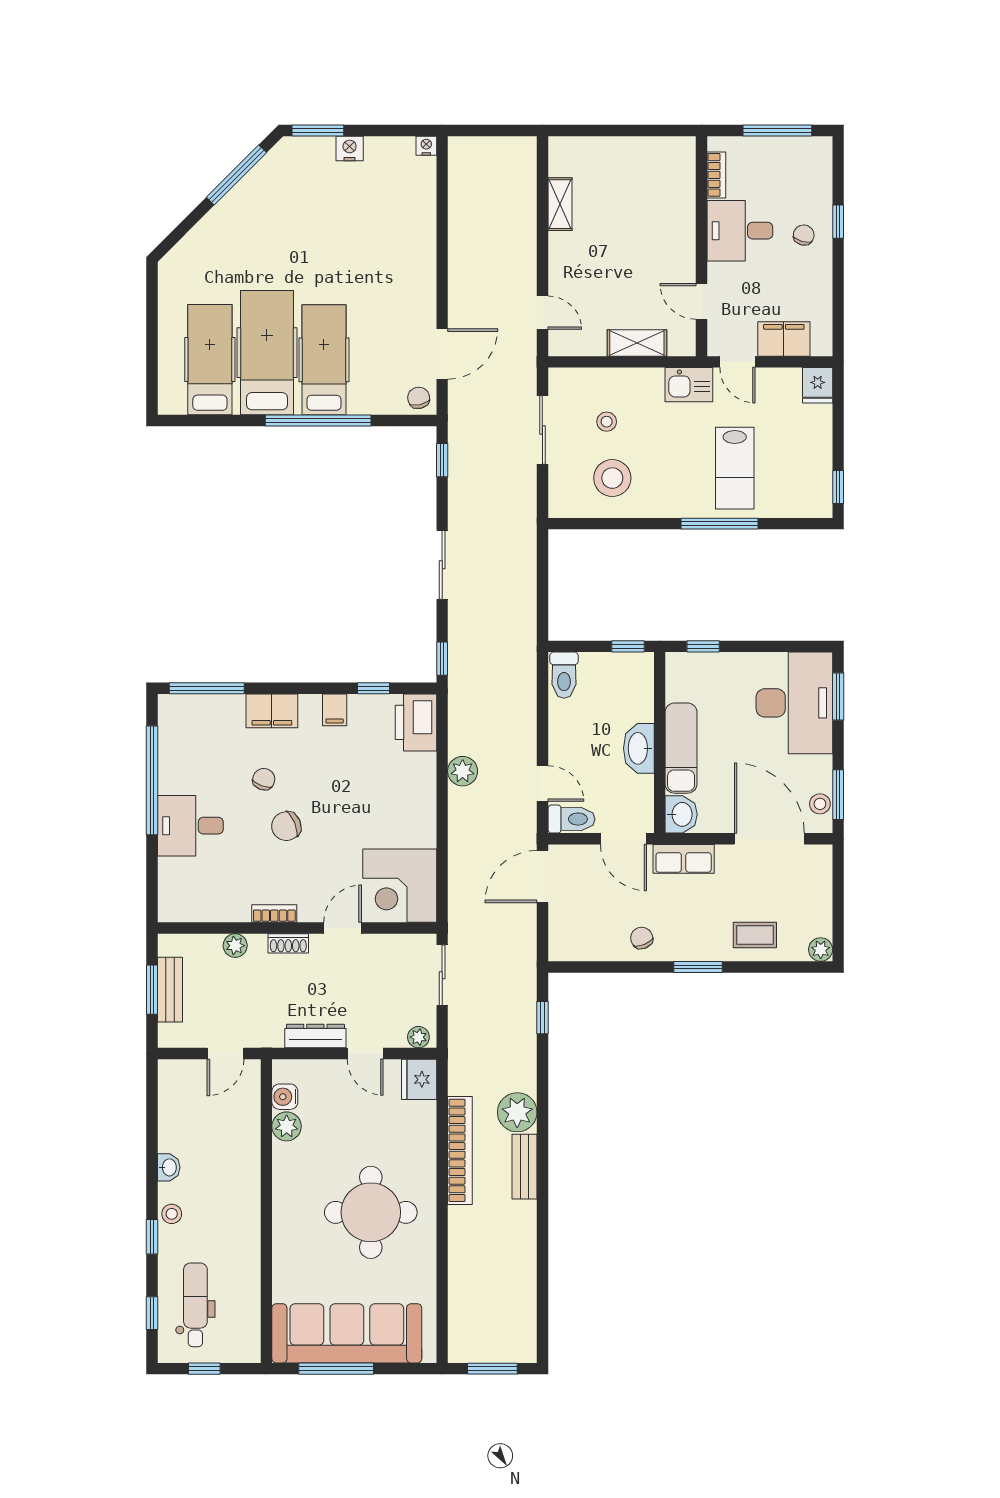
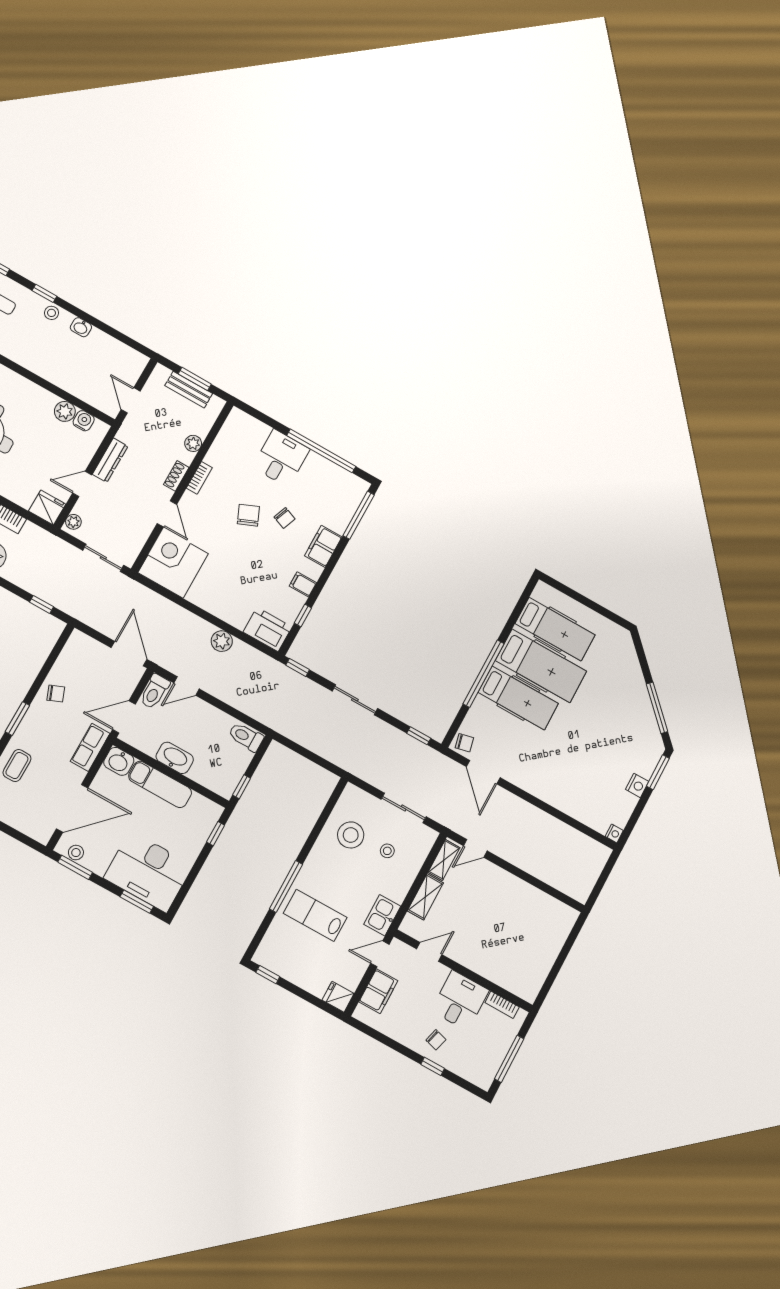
shelving: (560, 204) -> (444, 860), moved, turned 90

